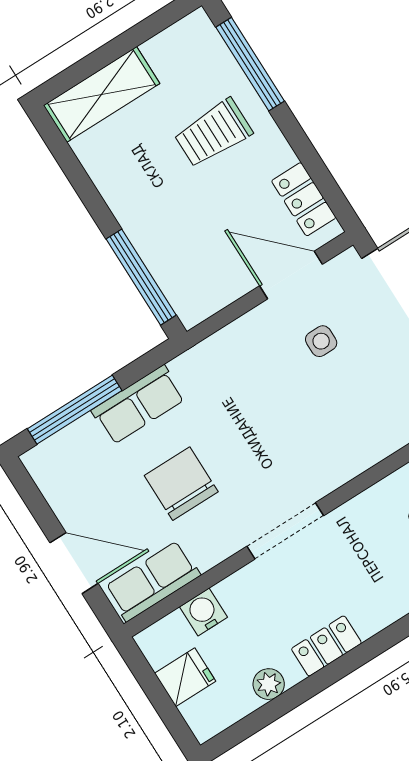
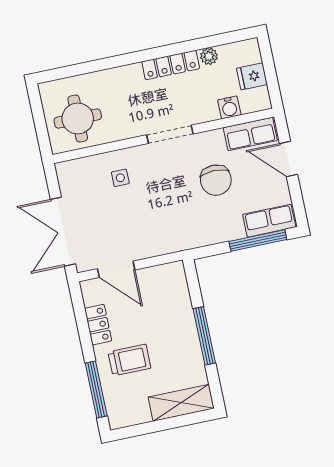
locker: (304, 199) -> (98, 325), moved
window: (141, 277) -> (204, 336), moved
side table: (321, 341) -> (120, 178), moved
row of seats: (138, 405) -> (269, 221), moved
locker: (326, 646) -> (171, 65), width x1.53

